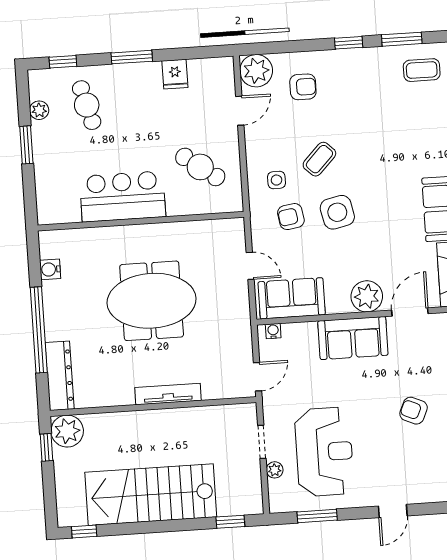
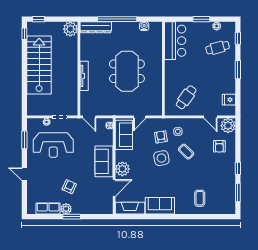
coffee table: (422, 70) -> (200, 198), moved
fridge: (175, 74) -> (229, 100), moved
bar counter: (123, 196) -> (175, 41), moved
door: (410, 312) -> (114, 188), hinge flipped
window: (47, 447) -> (38, 19), moved
window: (230, 522) -> (24, 100), removed

